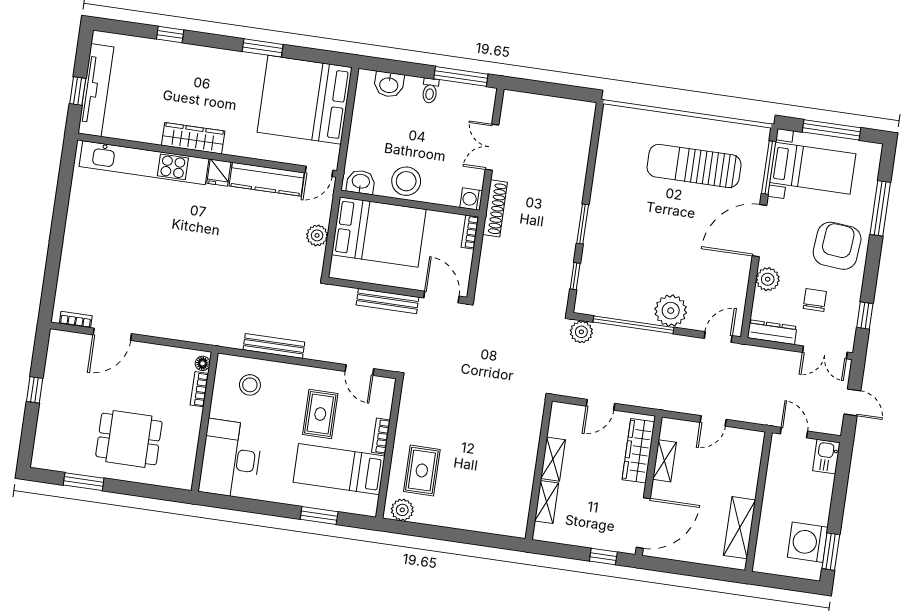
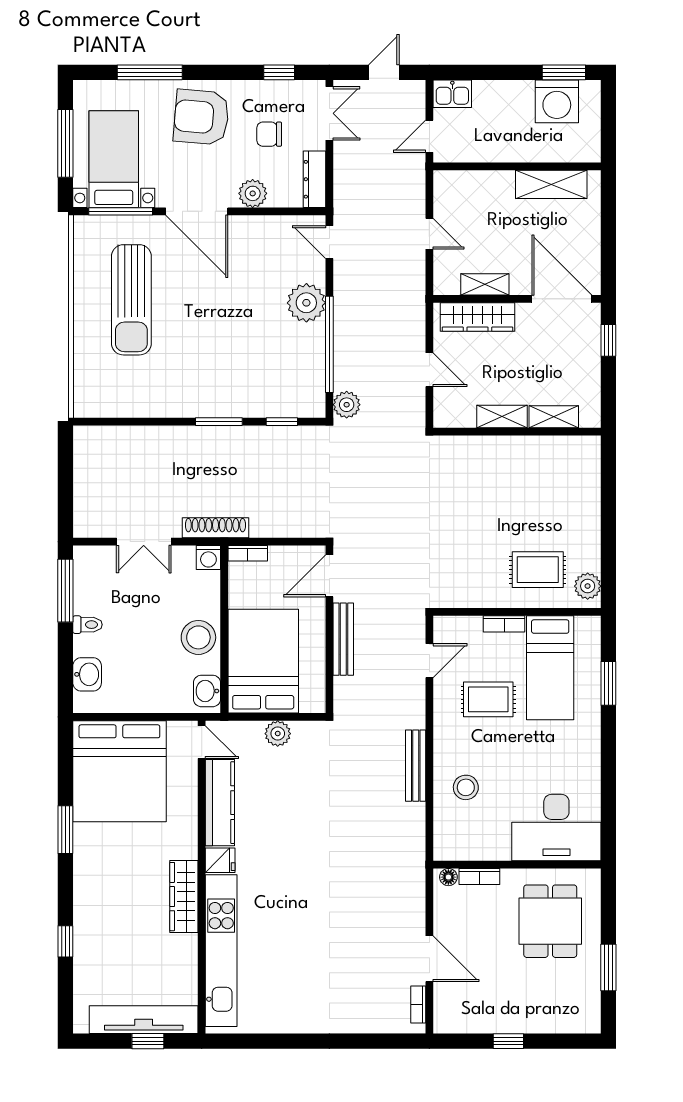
floor lamp: (203, 363) -> (448, 877), moved
bookcase: (199, 389) -> (479, 876), moved
wall: (205, 422) -> (517, 865), moved
desk: (231, 459) -> (556, 828), moved

